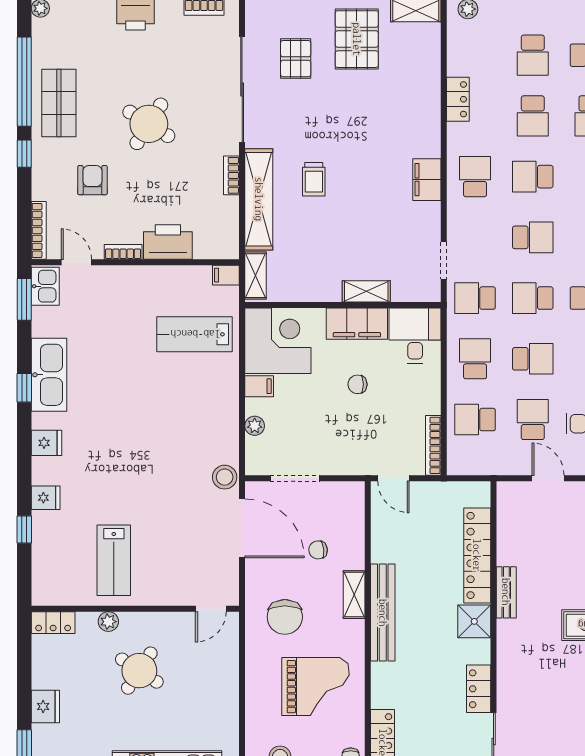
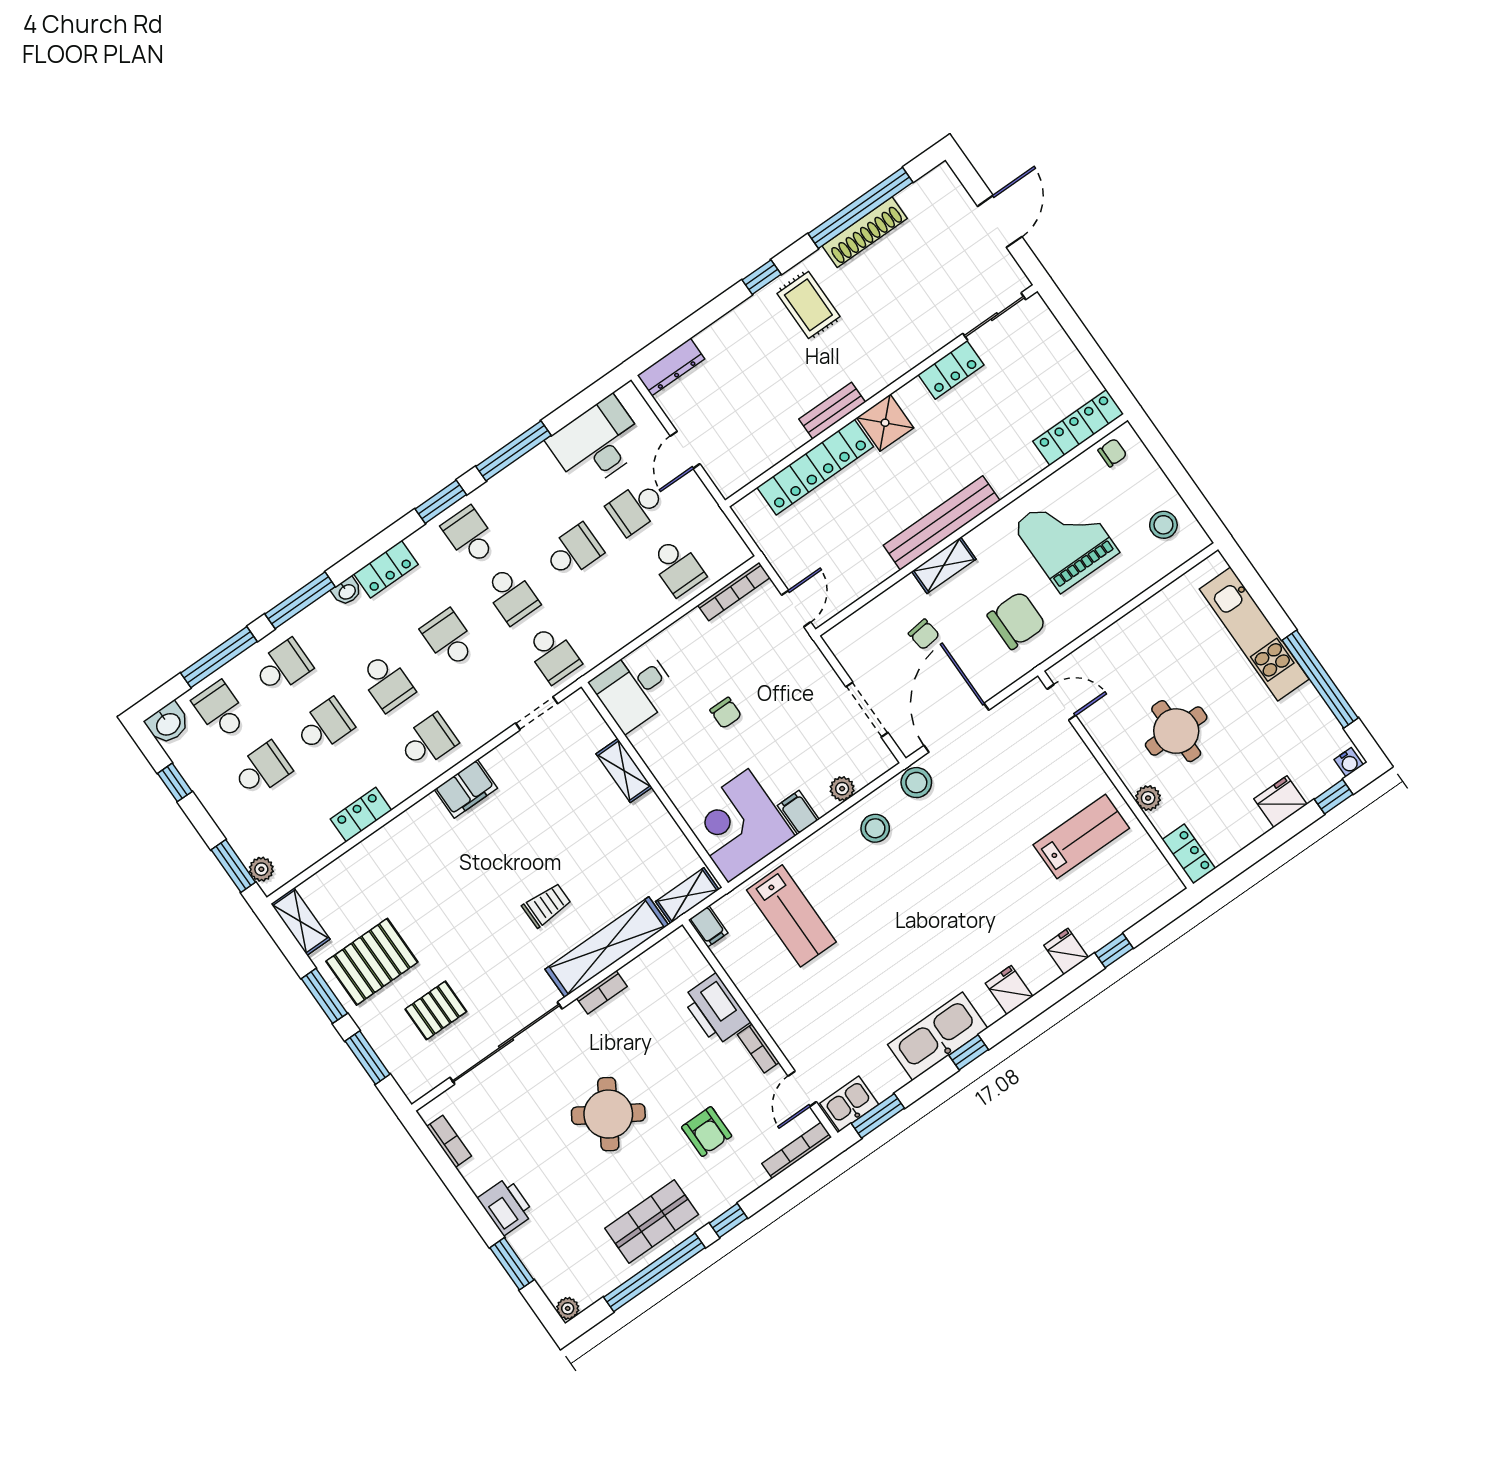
school desk: (475, 177) -> (428, 741), turned 180
armchair: (92, 180) -> (707, 1132), turned -90
filing cabinet: (357, 324) -> (664, 757), removed
school desk: (475, 359) -> (615, 611), removed
school desk: (533, 359) -> (574, 551), turned 90
stool: (214, 429) -> (875, 828), added
round table: (139, 671) -> (1176, 731), turned -33

